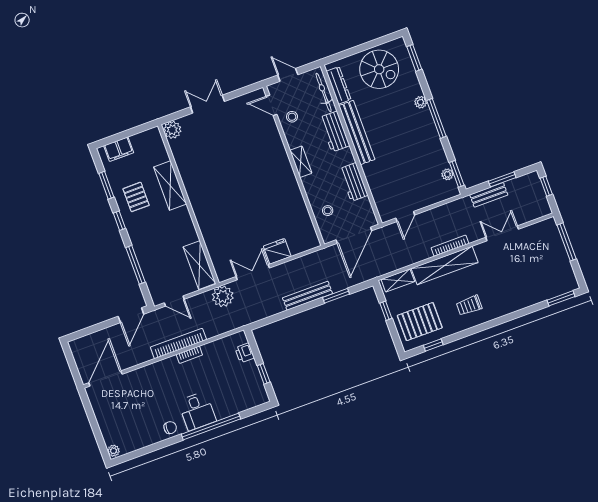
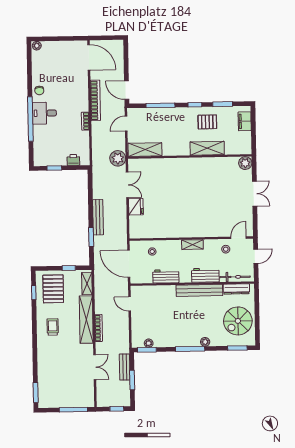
bookcase: (178, 343) -> (95, 100), moved

